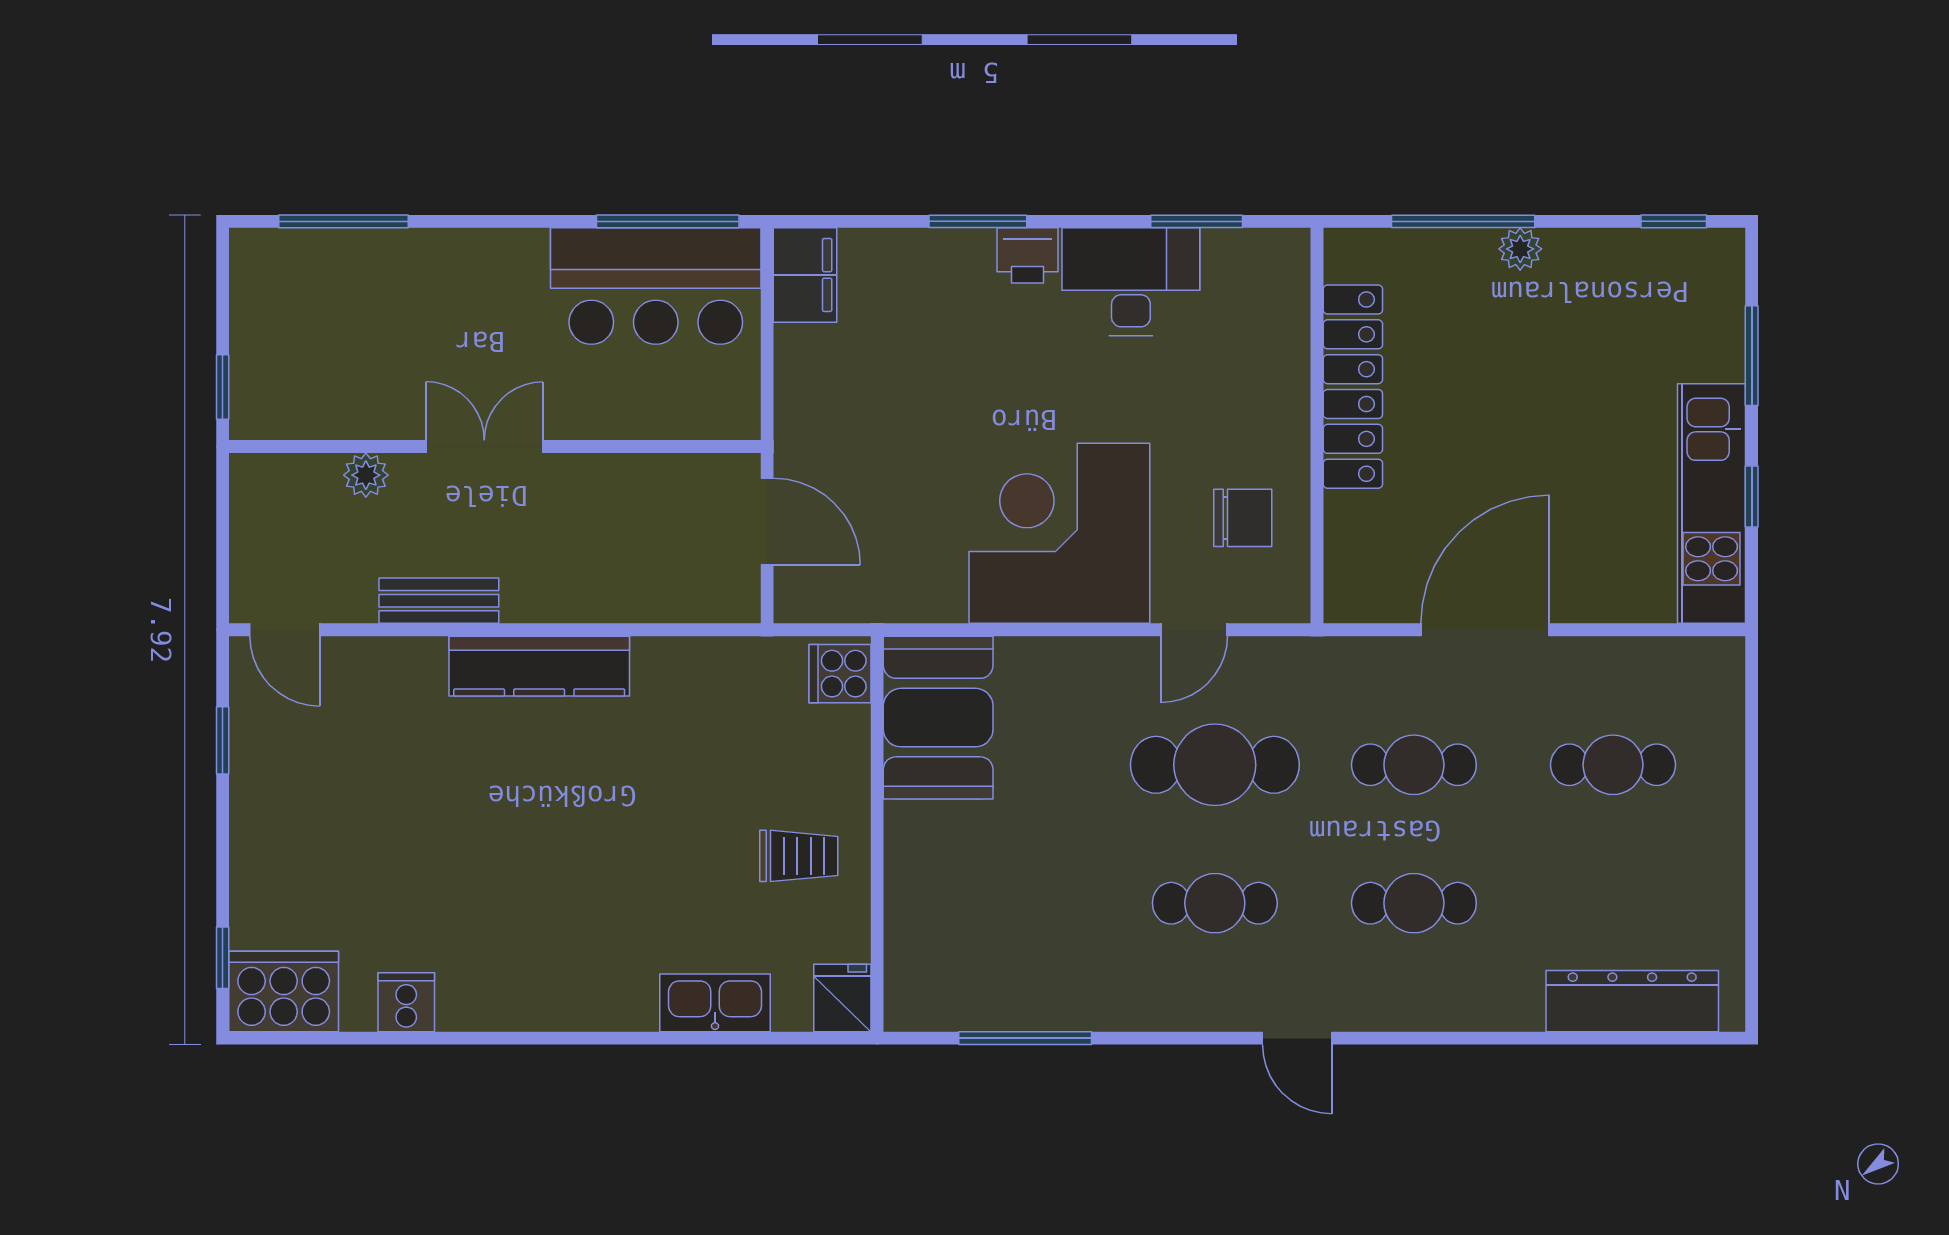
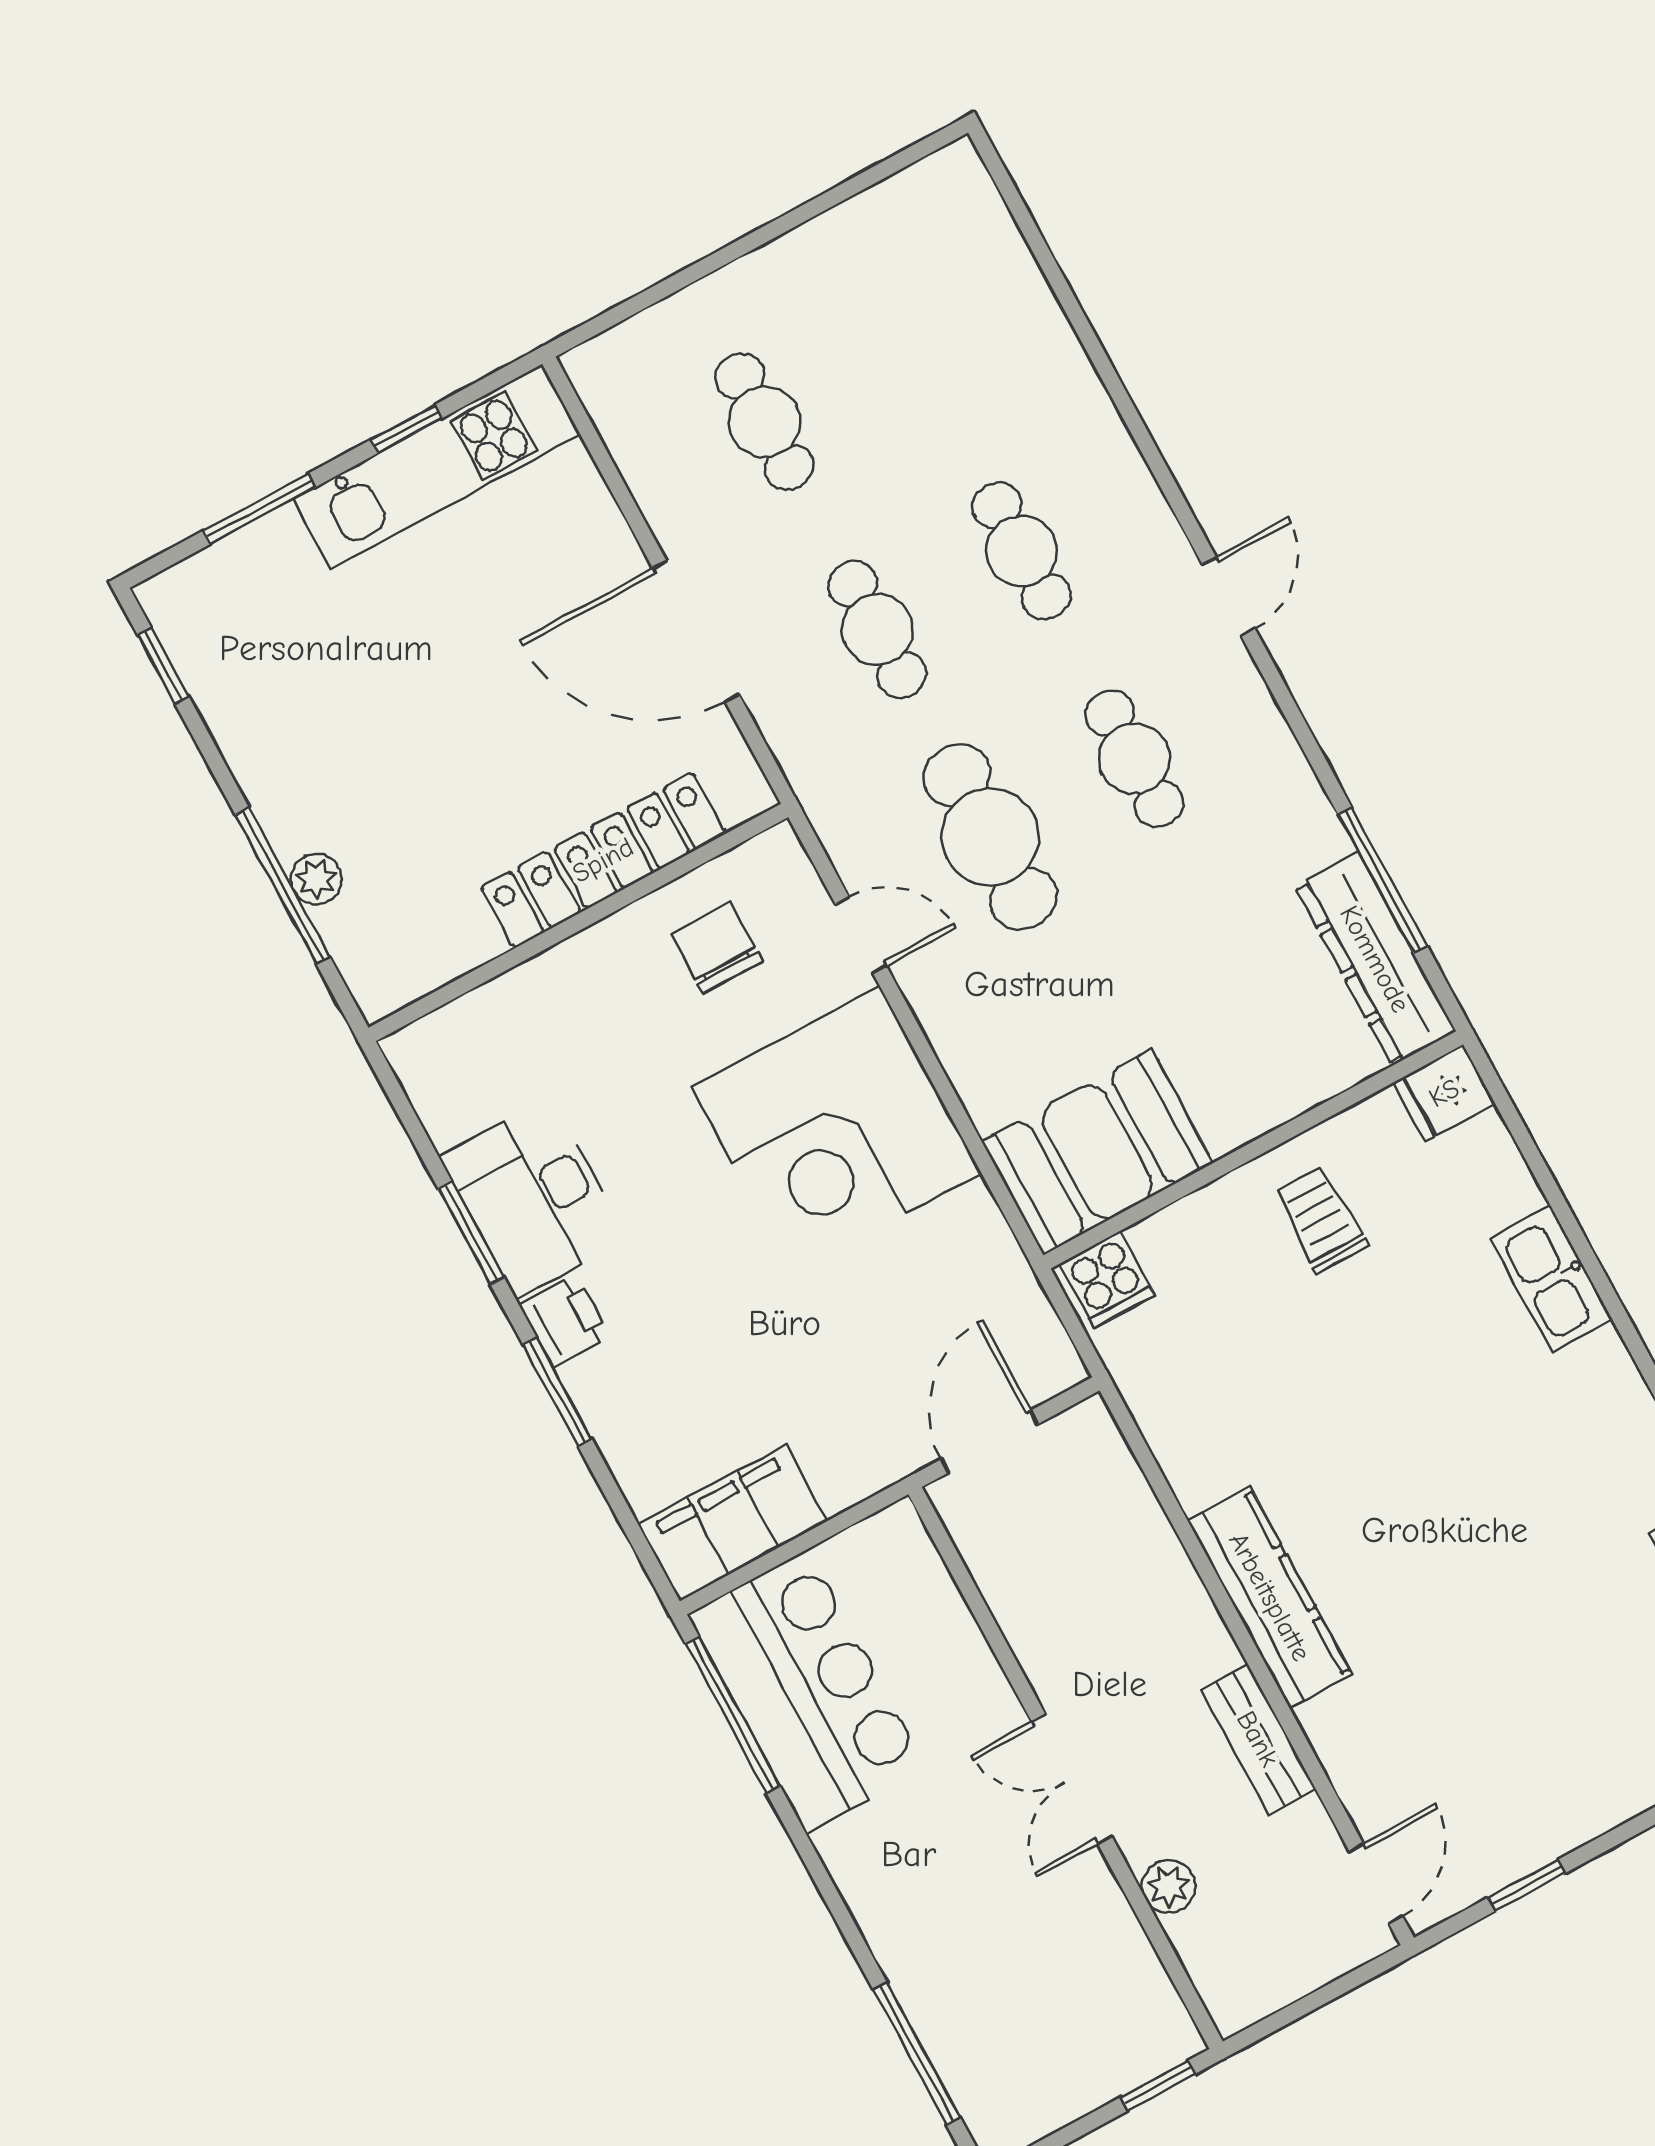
window: (1197, 221) -> (471, 1233), moved
plant: (1520, 249) -> (316, 879), moved
filing cabinet: (805, 275) -> (733, 1523), width x1.50, depth x1.17
locker: (1353, 387) -> (603, 860), moved
dresser: (1632, 1001) -> (1375, 959), moved
kitchen sink: (715, 1003) -> (1551, 1279), moved

